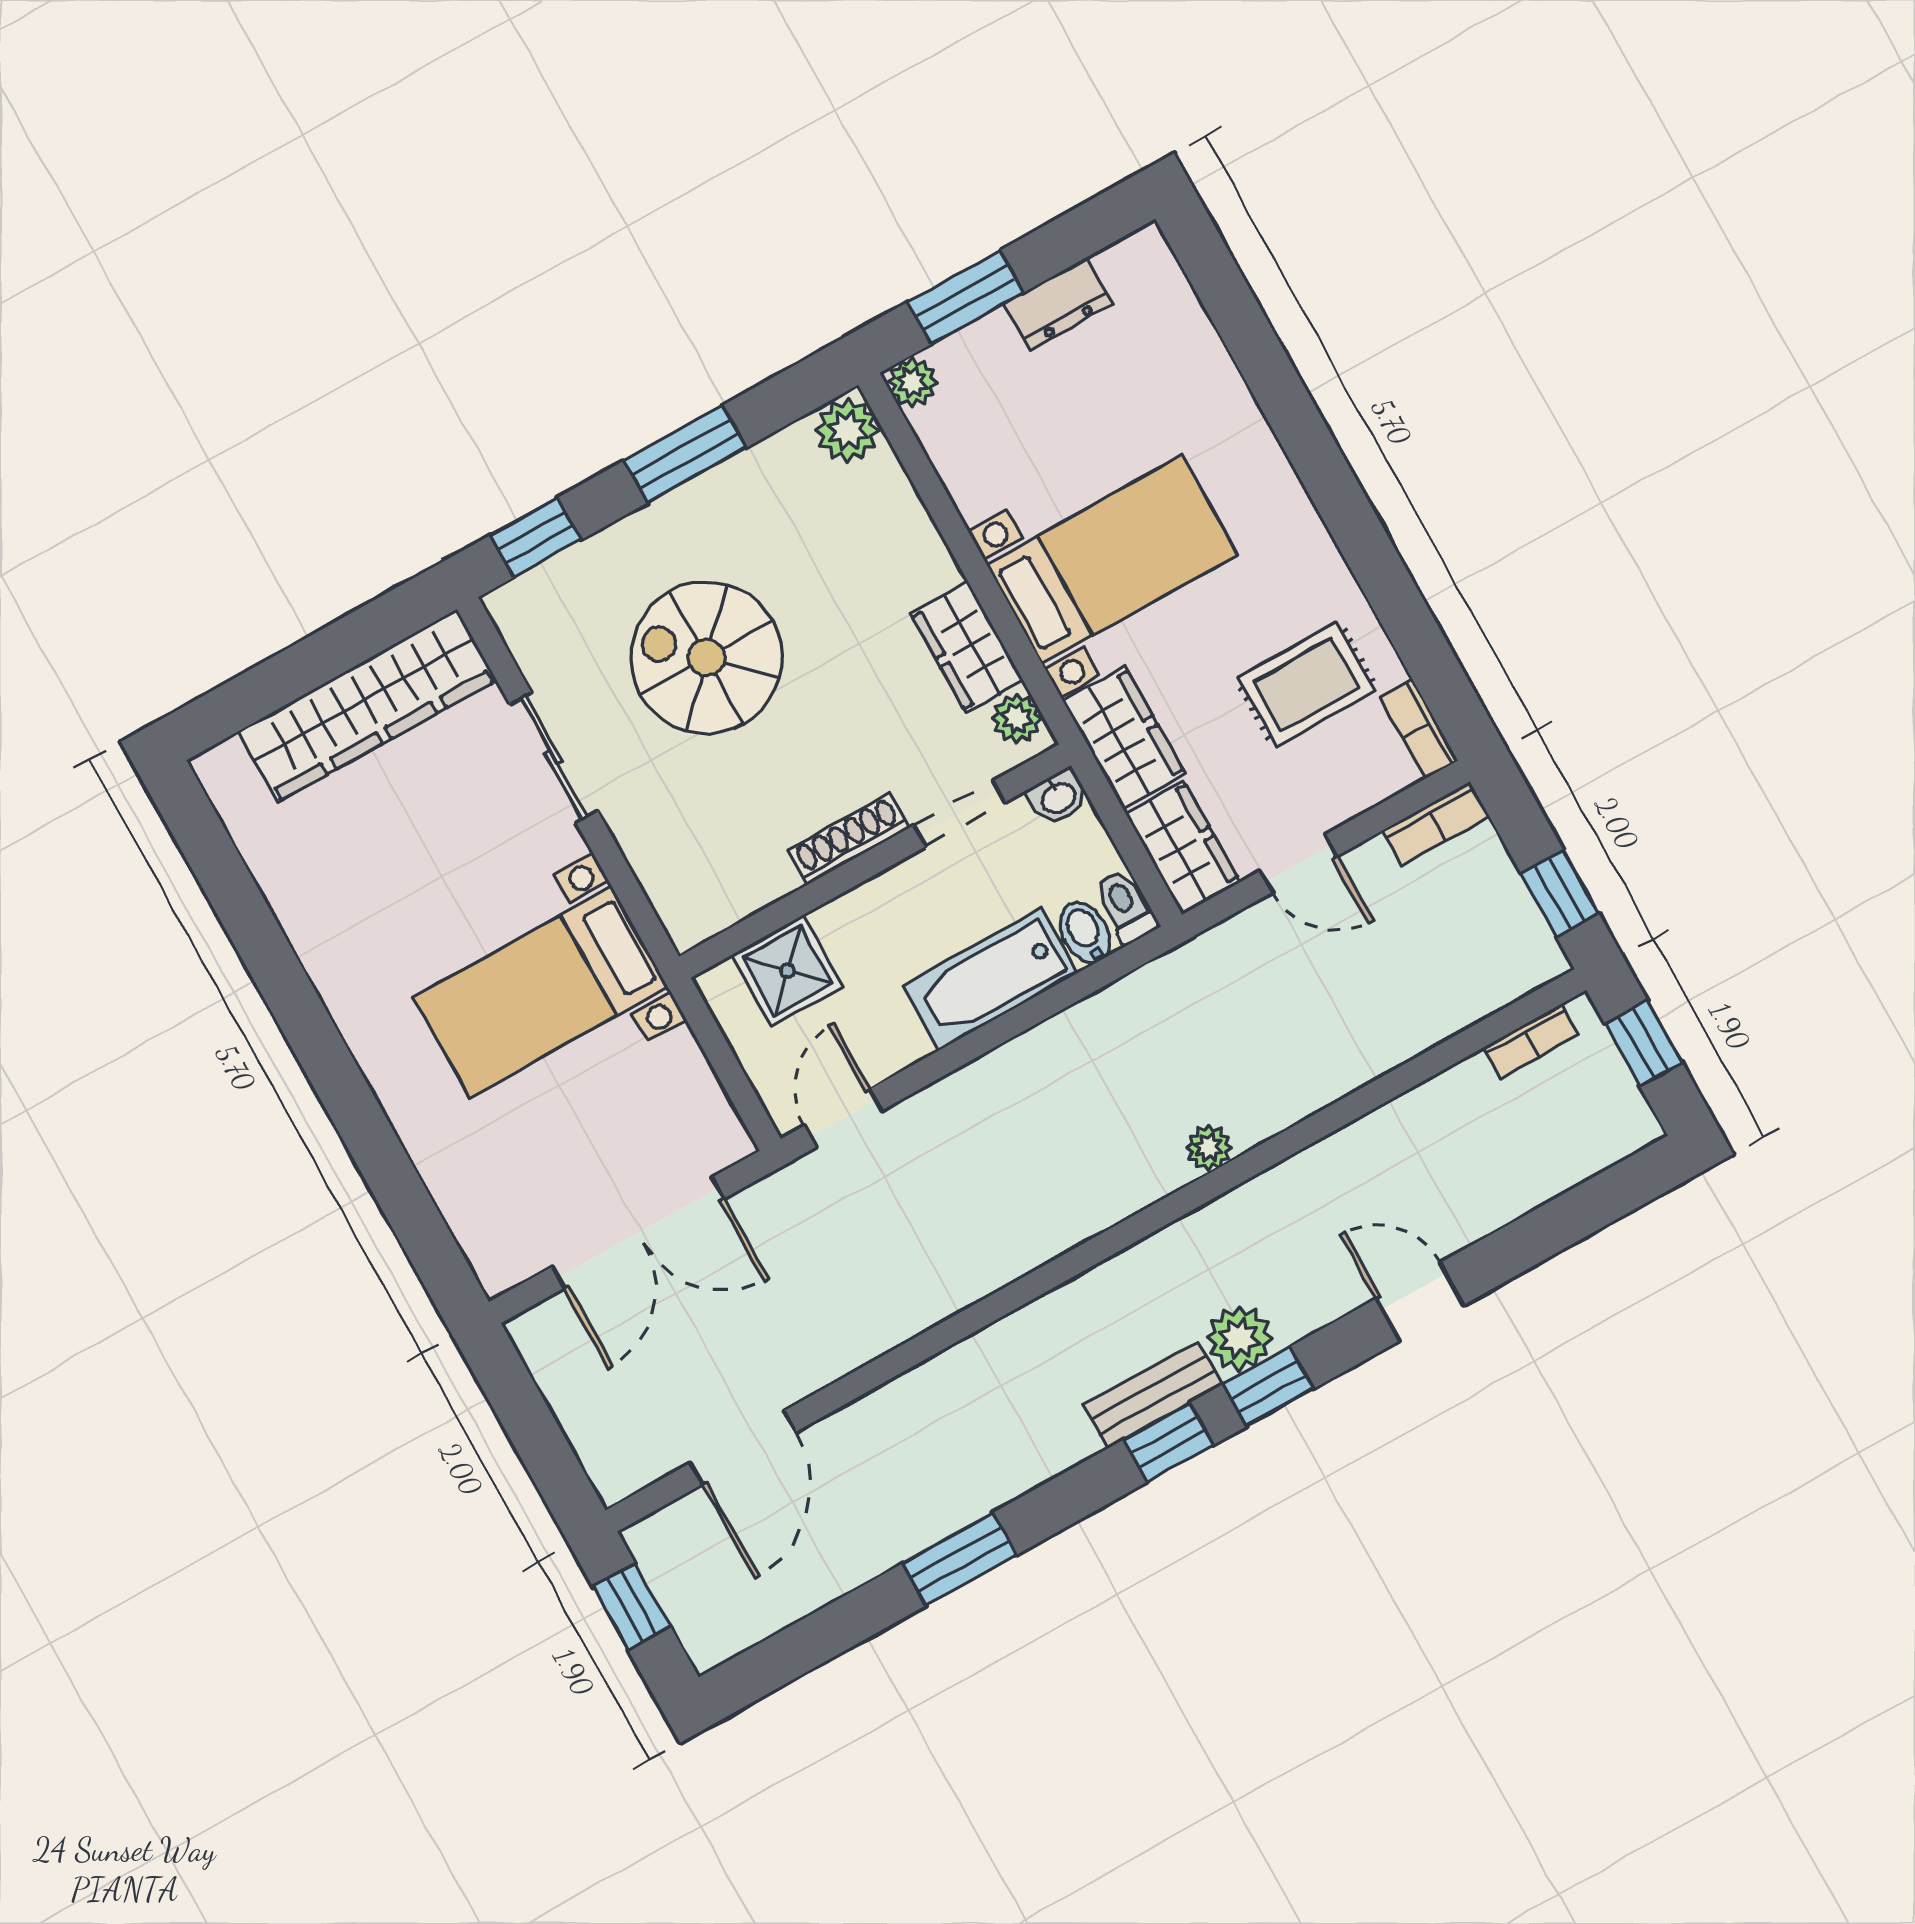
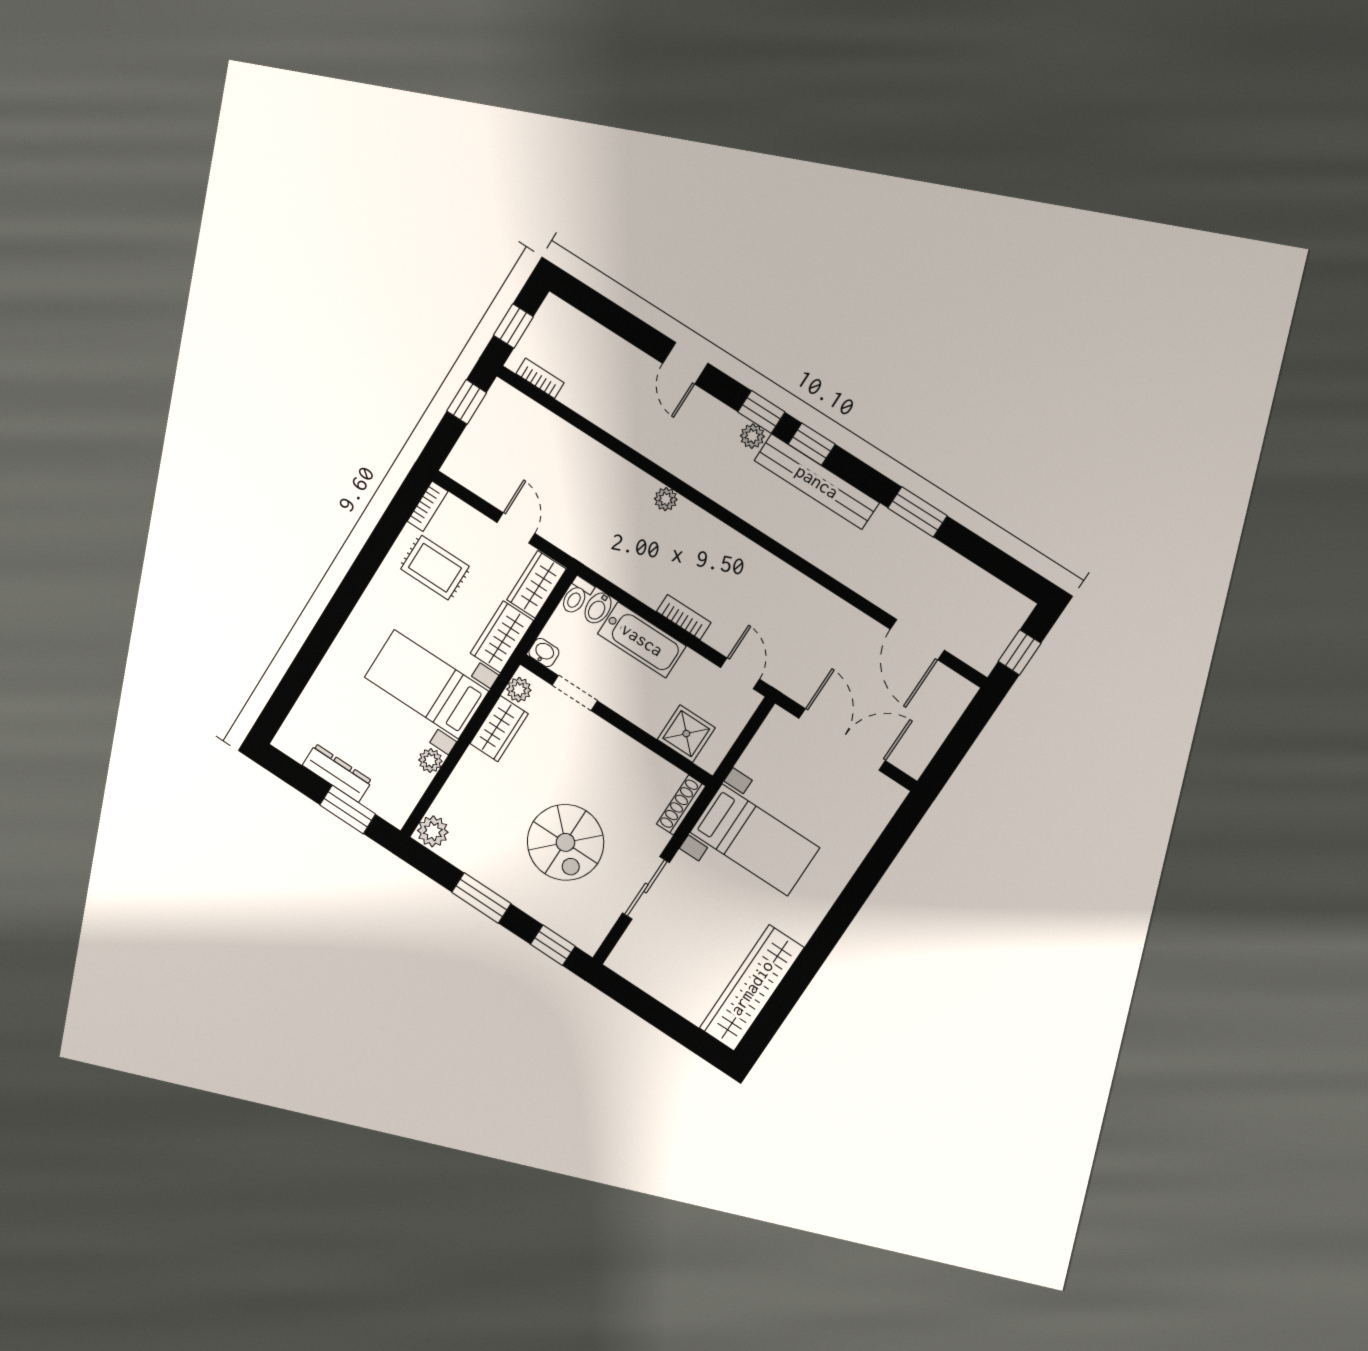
dresser: (1058, 303) -> (337, 773), width x1.44
plant: (912, 382) -> (430, 761), moved
wardrobe: (367, 706) -> (752, 988), moved, turned -90
bookcase: (1436, 824) -> (684, 617), moved
shoe rack: (849, 839) -> (681, 805), moved, turned 90
door: (843, 1118) -> (740, 673), swing flipped
plant: (1239, 1338) -> (752, 436), width x0.73, depth x0.73
bench: (1153, 1395) -> (817, 482), width x1.86, depth x1.21
door: (743, 1447) -> (917, 640), swing flipped

